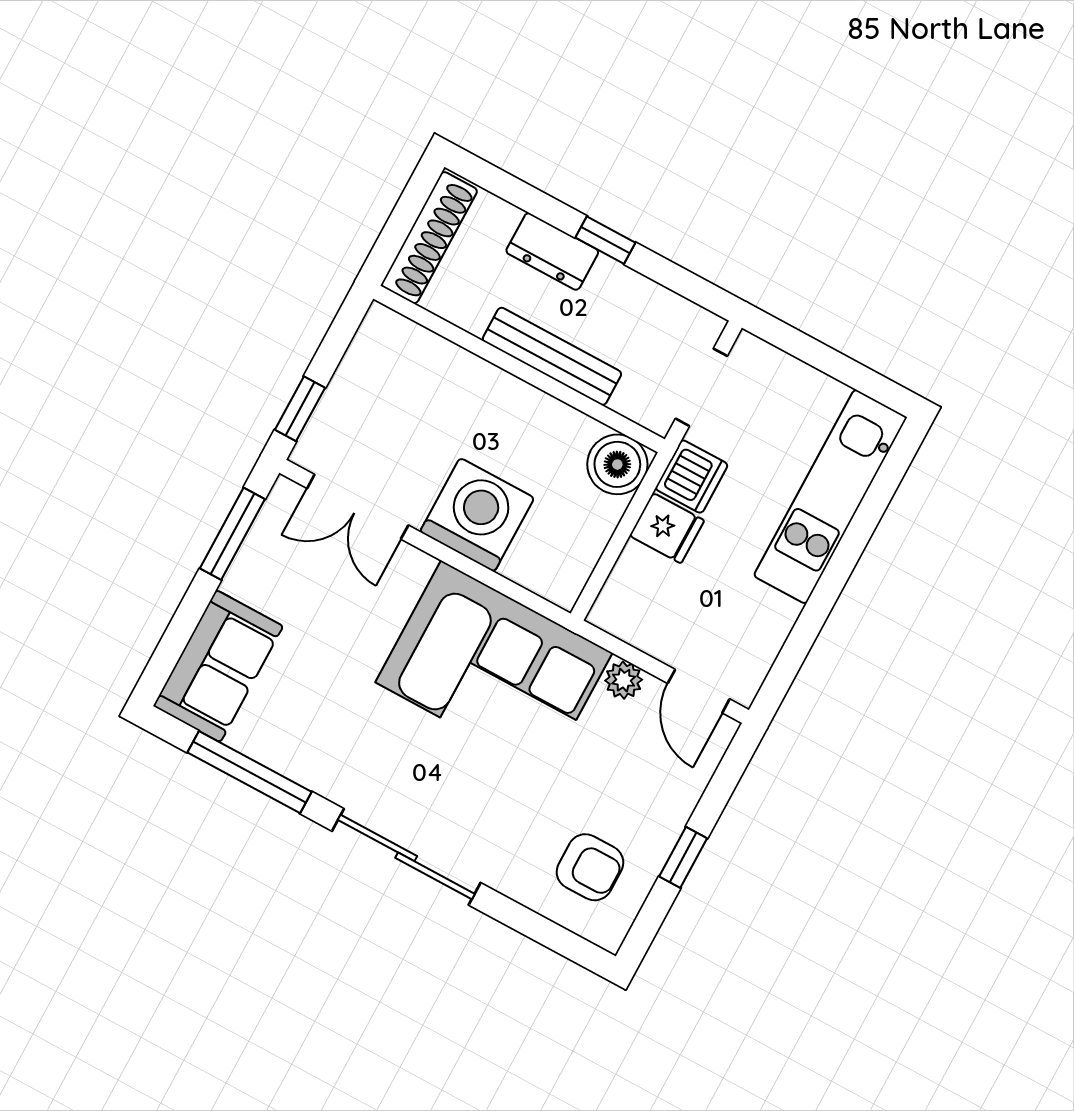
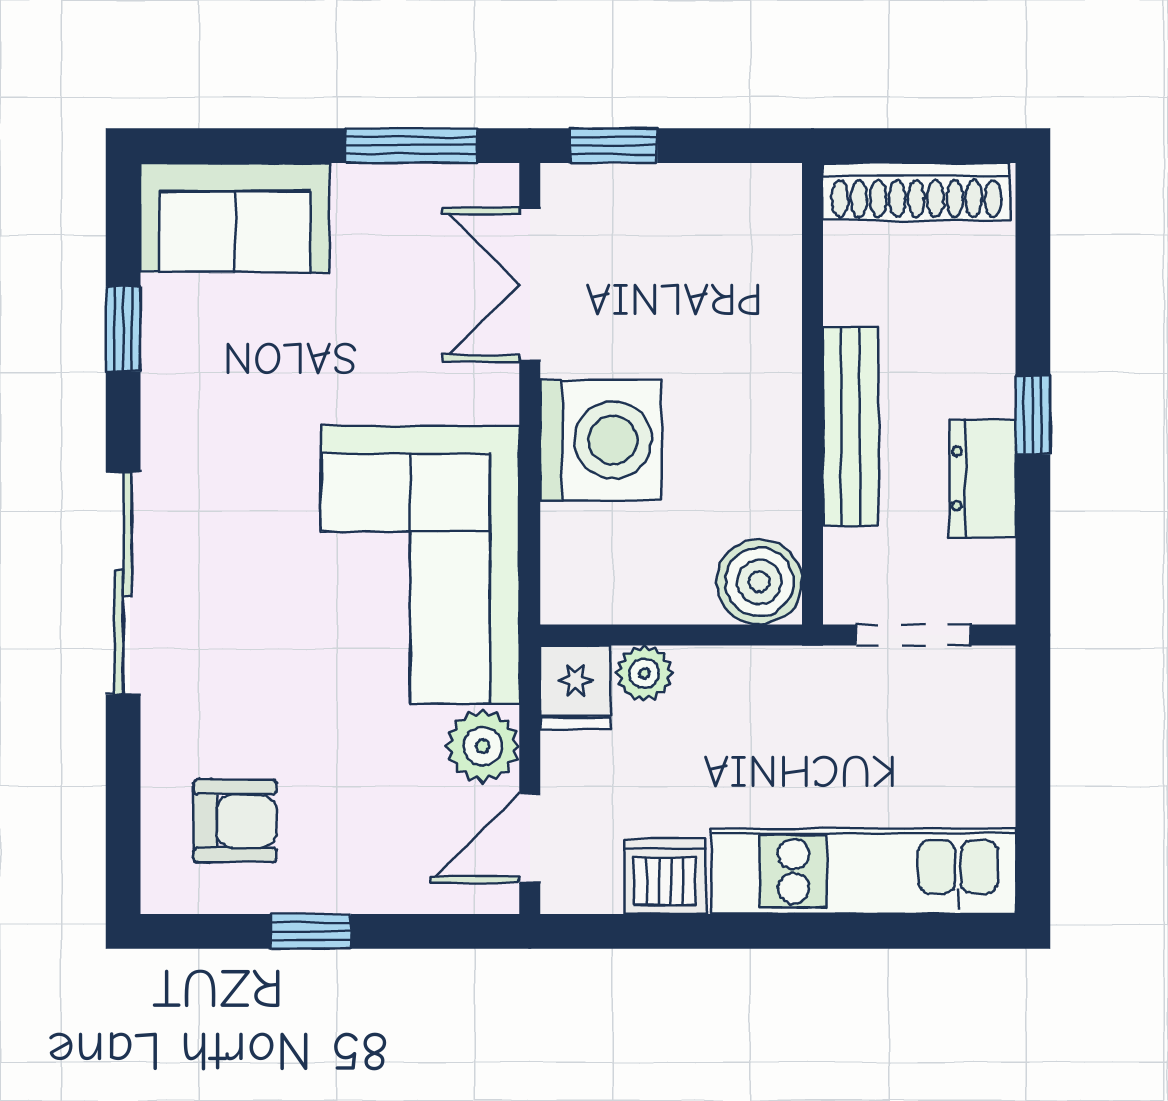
dresser: (552, 251) -> (983, 478), moved
dishwasher: (692, 477) -> (665, 876), moved, turned 180
fridge: (667, 528) -> (575, 687), moved
plant: (635, 566) -> (644, 673), added
plant: (624, 680) -> (483, 746), width x1.38, depth x1.38
window: (249, 772) -> (123, 329), width x0.46
armchair: (590, 867) -> (235, 821), turned -90

